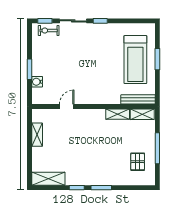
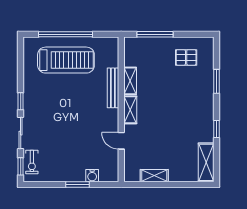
window: (157, 59) -> (66, 34), width x2.11
bench: (138, 99) -> (113, 88), moved
shelving: (142, 114) -> (130, 110), moved
window: (157, 148) -> (155, 34), moved
window: (101, 188) -> (217, 81), moved

